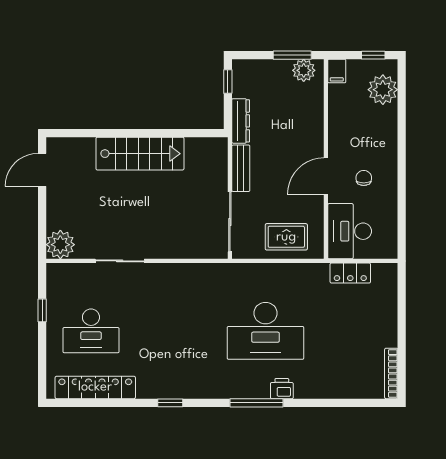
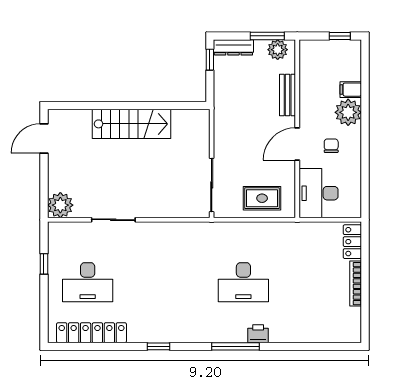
filing cabinet: (337, 71) -> (351, 90), moved, turned 90
plant: (383, 90) -> (348, 112), moved
dresser: (241, 121) -> (233, 47), moved, turned 90
bench: (241, 168) -> (288, 95), moved
locker: (350, 273) -> (352, 242), moved, turned 90
desk: (265, 331) -> (243, 282), width x0.73, depth x0.77
bookcase: (391, 373) -> (356, 284), moved

